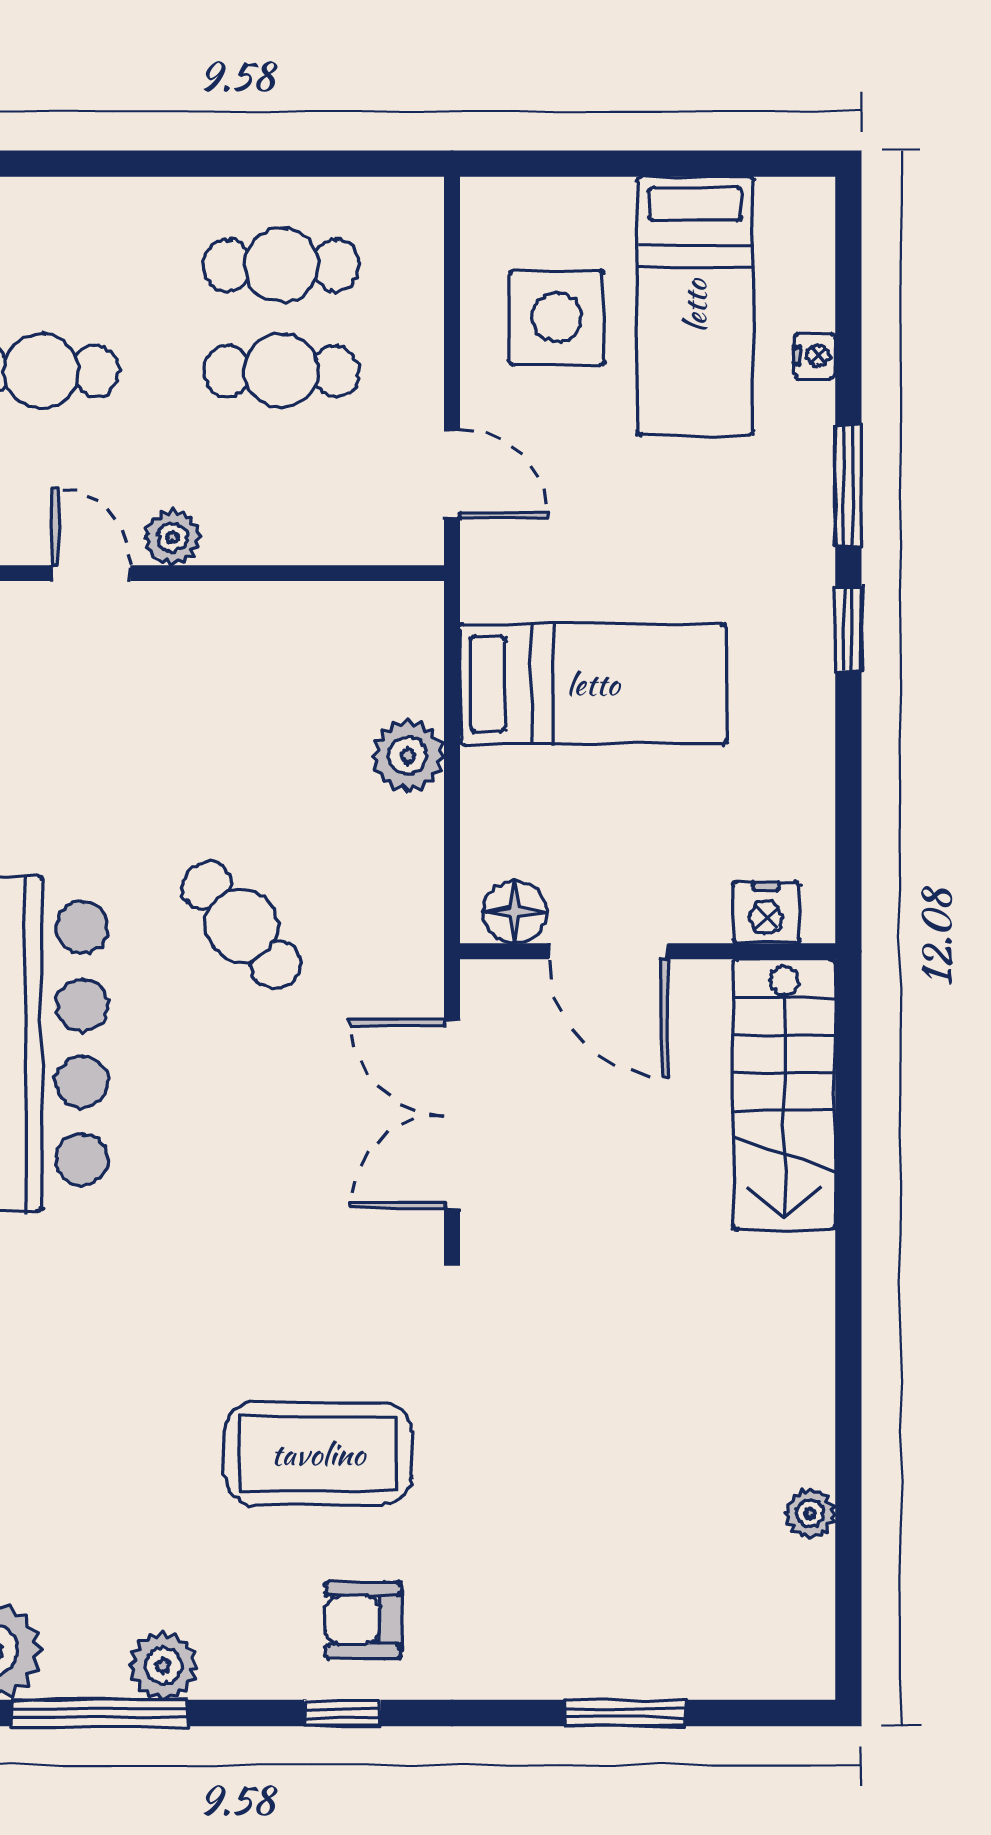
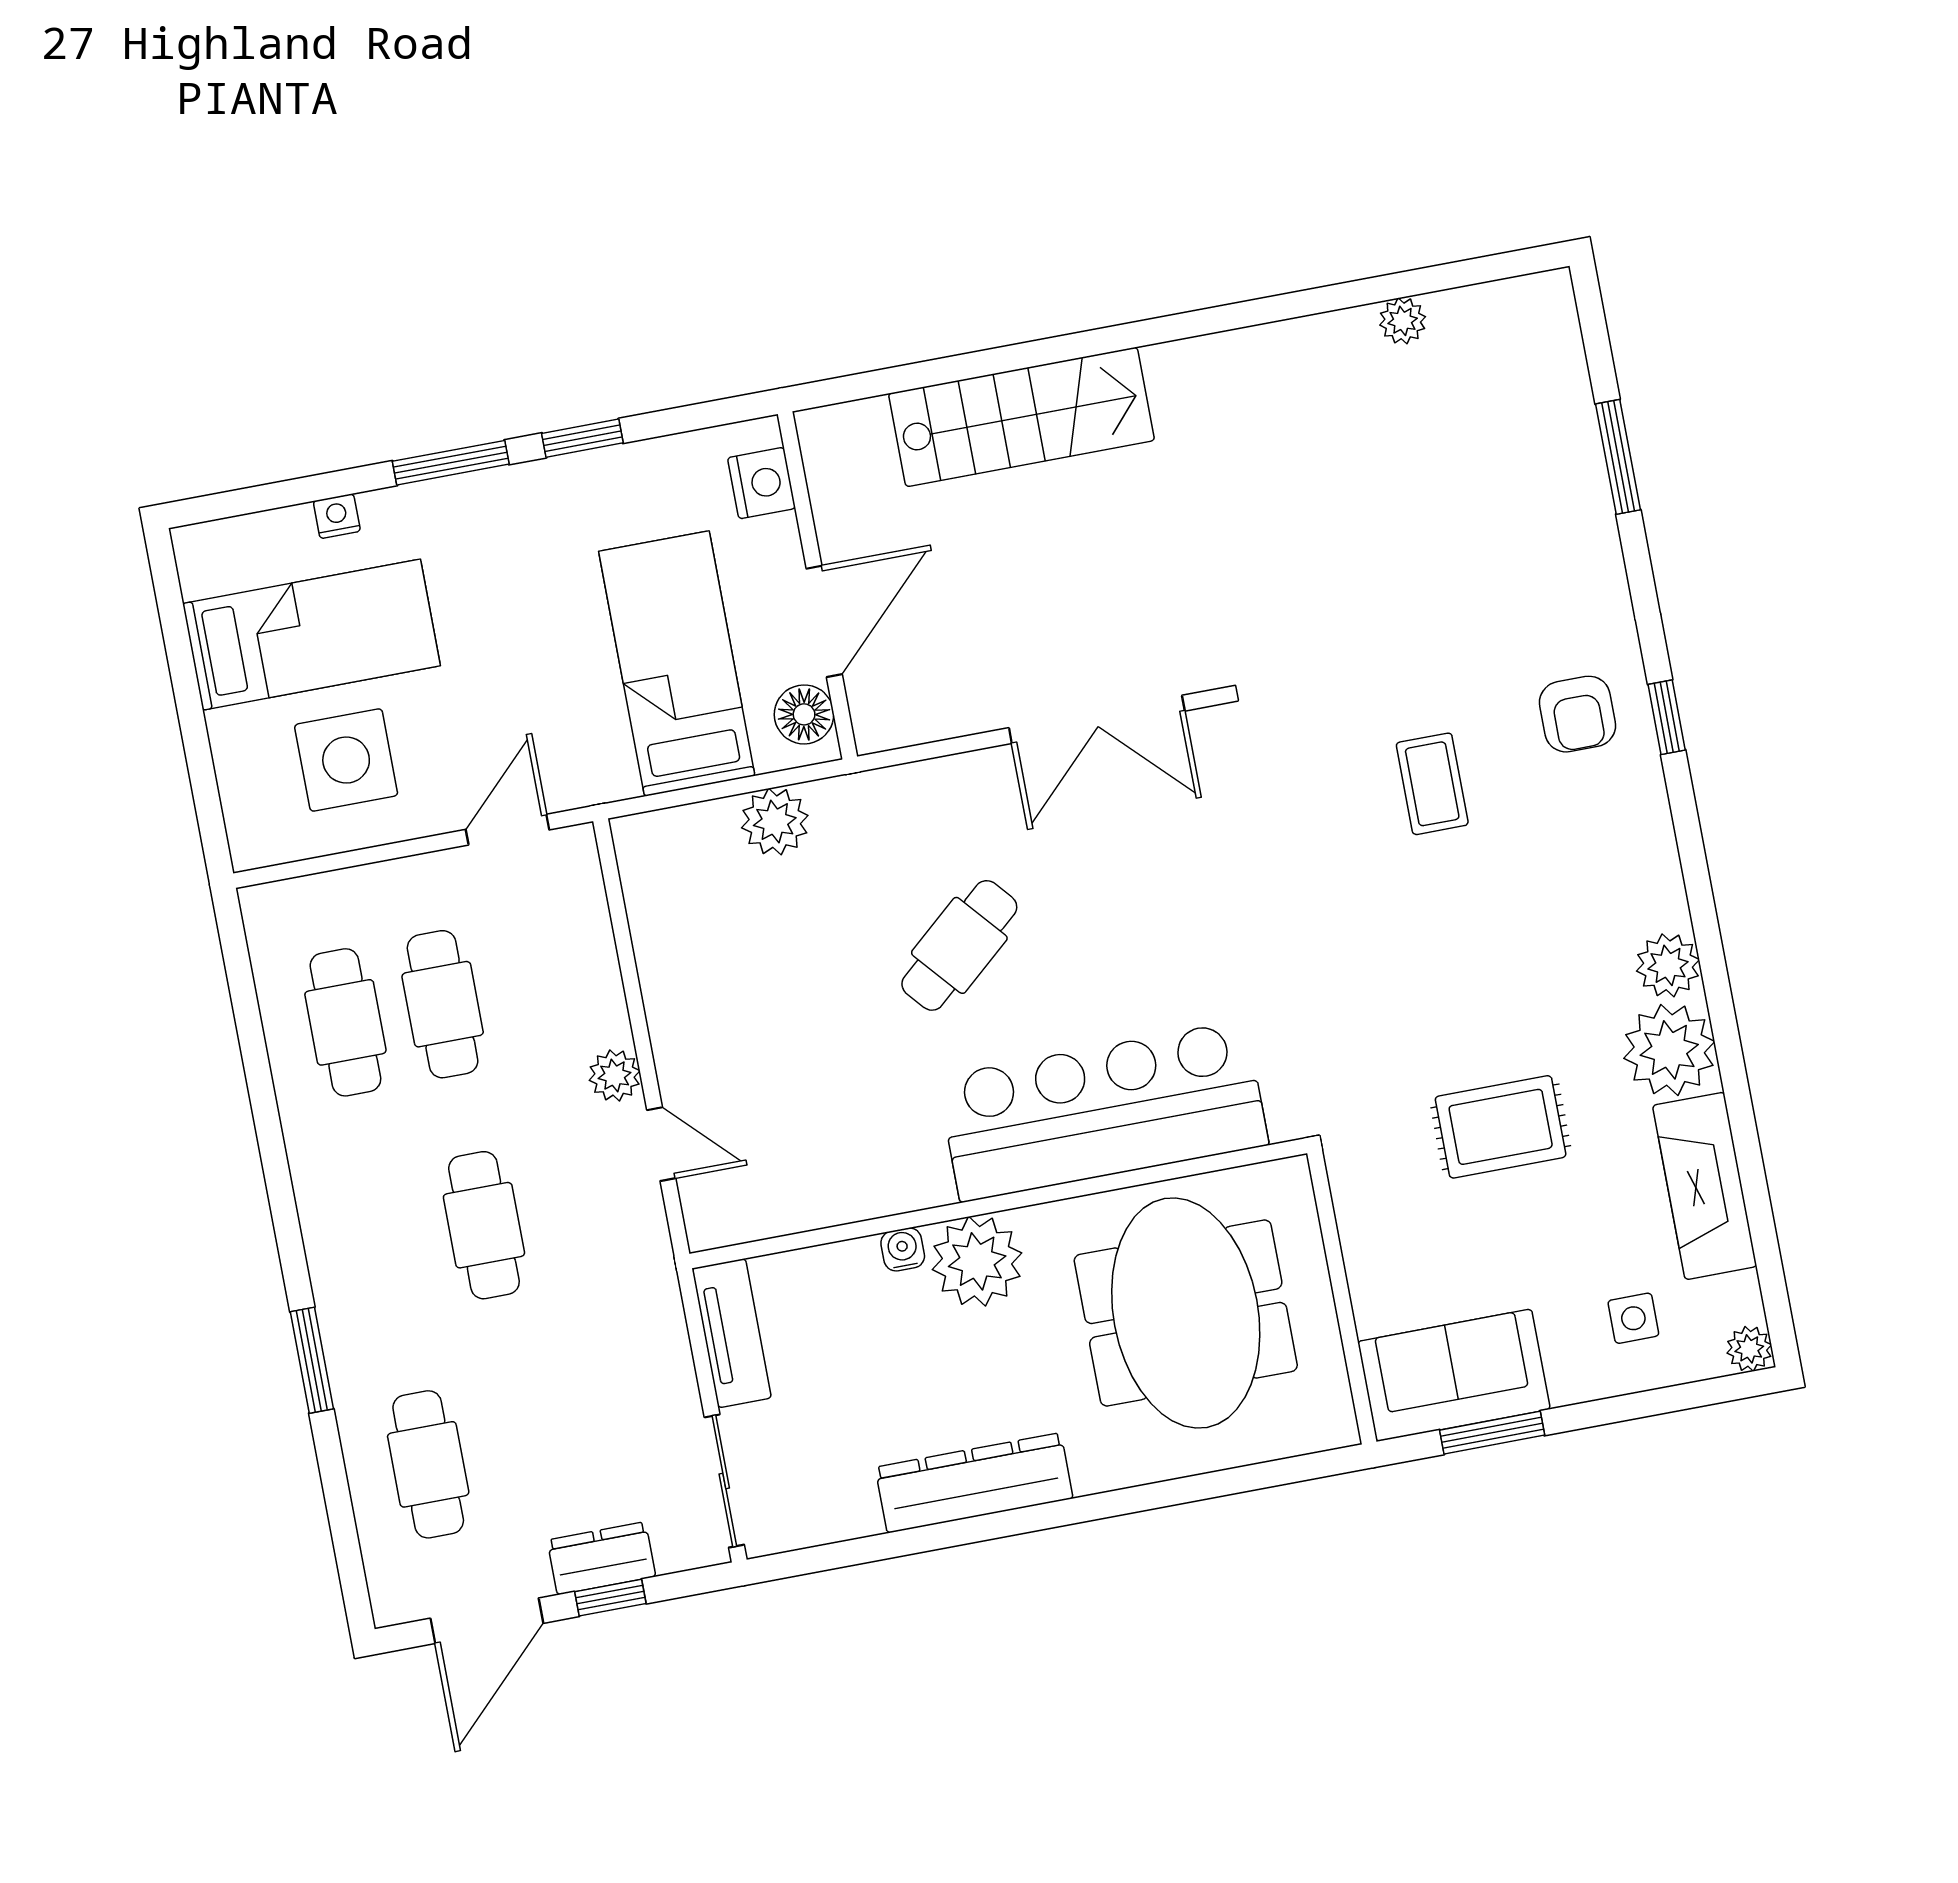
door: (91, 573) -> (661, 1144), swing flipped
floor lamp: (515, 912) -> (804, 714), moved
nightstand: (766, 913) -> (761, 483), moved
door: (608, 951) -> (824, 621), moved
wall: (648, 951) -> (817, 585), moved
coffee table: (318, 1454) -> (1432, 784), width x0.54, depth x0.58
plant: (163, 1666) -> (1668, 965), moved
window: (100, 1713) -> (1708, 940), removed

